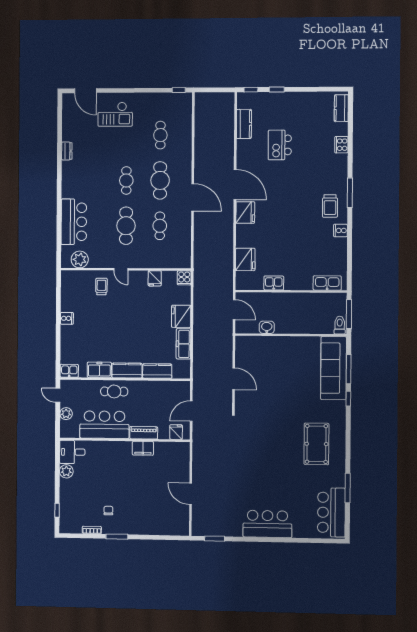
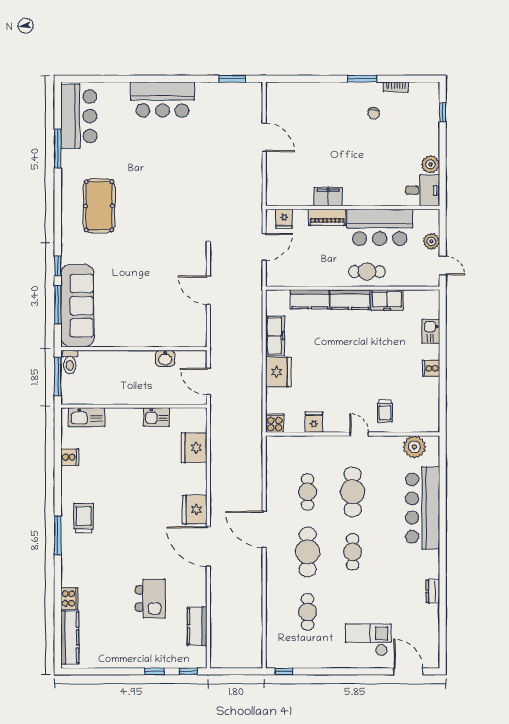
kitchen counter: (341, 108) -> (70, 637), width x1.50
bar counter: (74, 222) -> (423, 508), width x1.36
cooker: (340, 230) -> (70, 457), moved
kitchen sink: (69, 371) -> (431, 331), moved, turned 90

